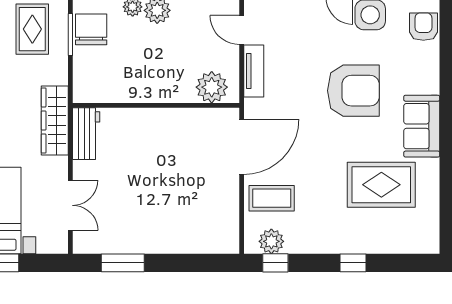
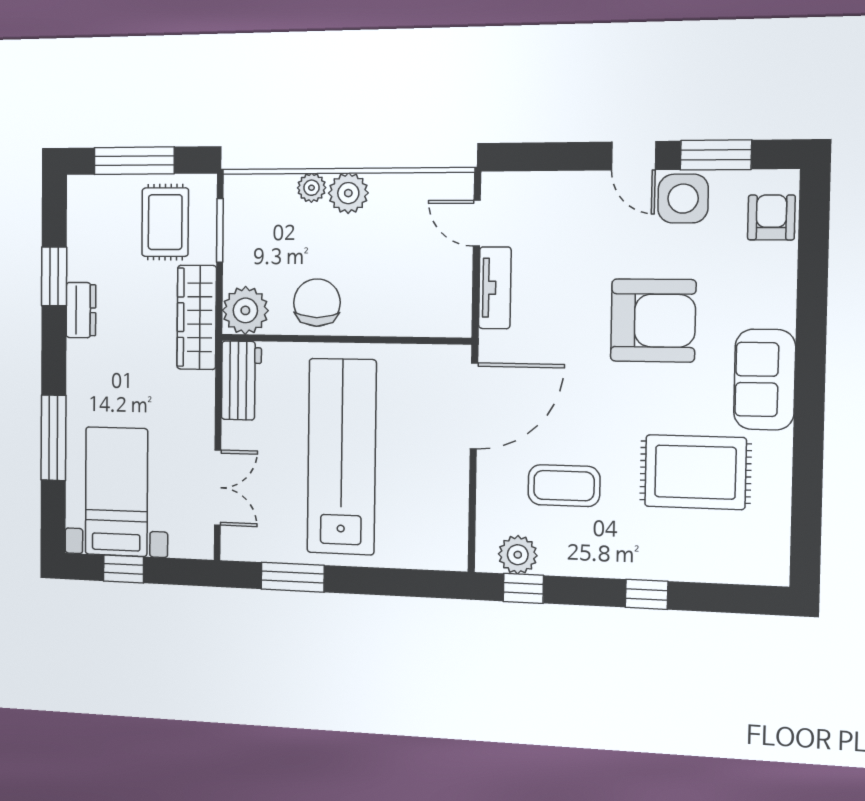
chair: (91, 29) -> (317, 303), moved
plant: (212, 87) -> (245, 310), moved
wardrobe: (55, 120) -> (197, 317), moved
lab bench: (155, 182) -> (342, 457), added
coffee table: (272, 198) -> (564, 486), moved

